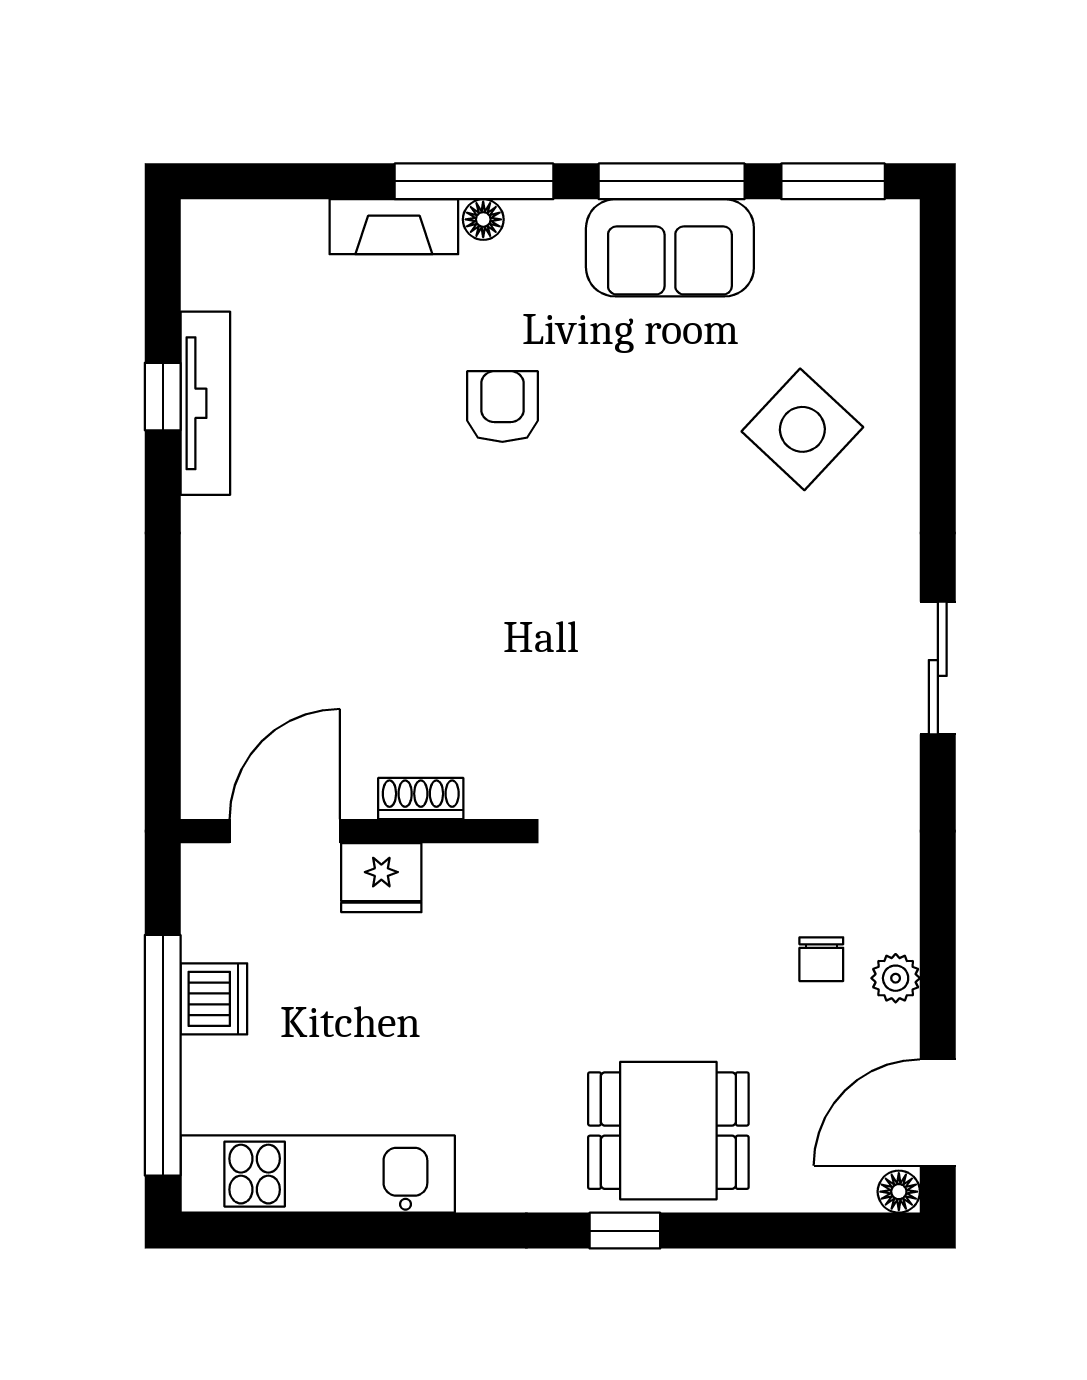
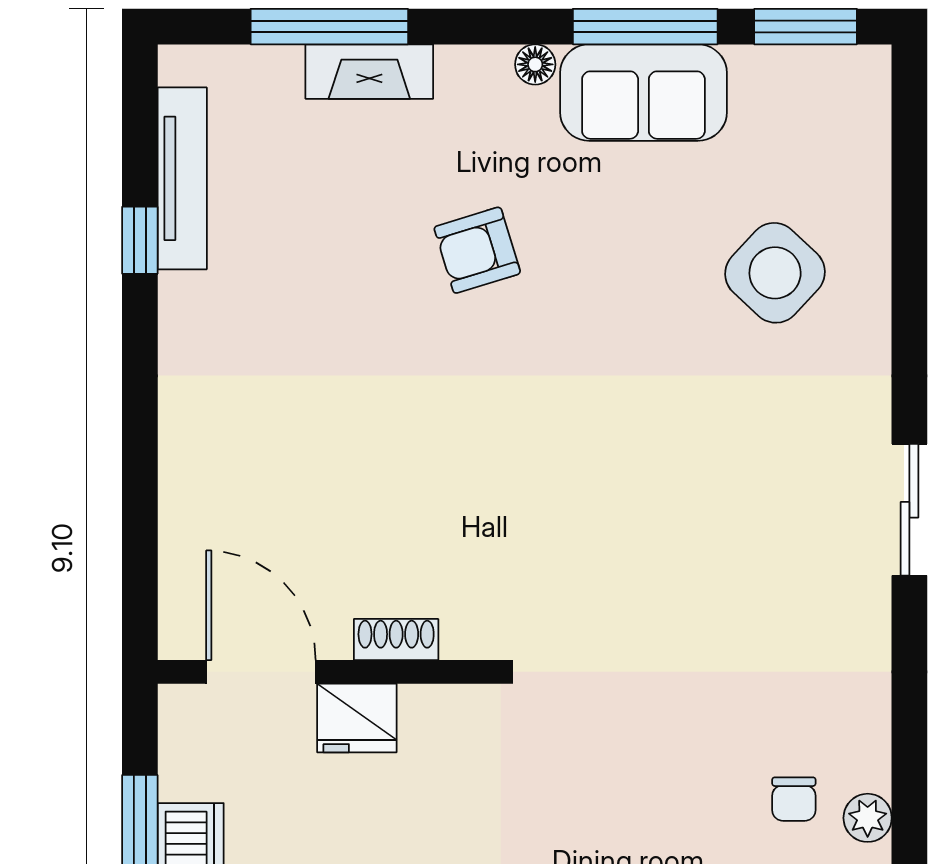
window: (474, 181) -> (329, 27), moved
floor lamp: (483, 219) -> (535, 64), moved
tv unit: (205, 403) -> (182, 178), moved
armchair: (502, 407) -> (477, 250), turned -107
door: (285, 831) -> (261, 672), hinge flipped

